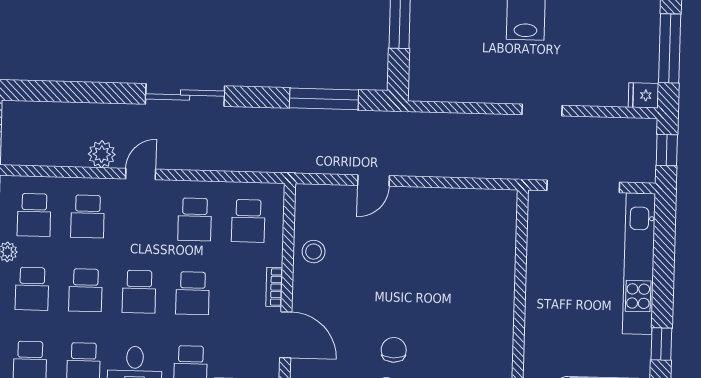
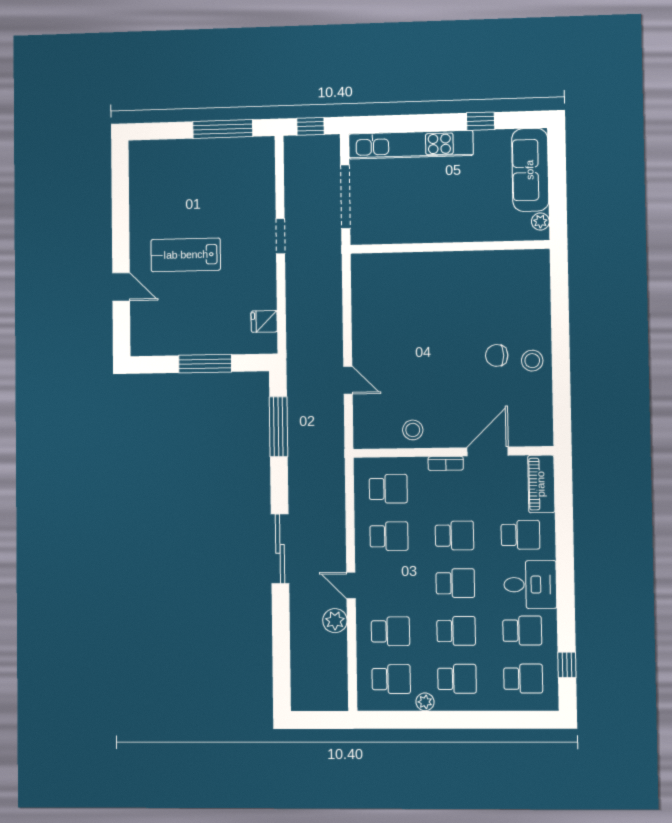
fridge: (643, 95) -> (264, 321), moved, turned 90

